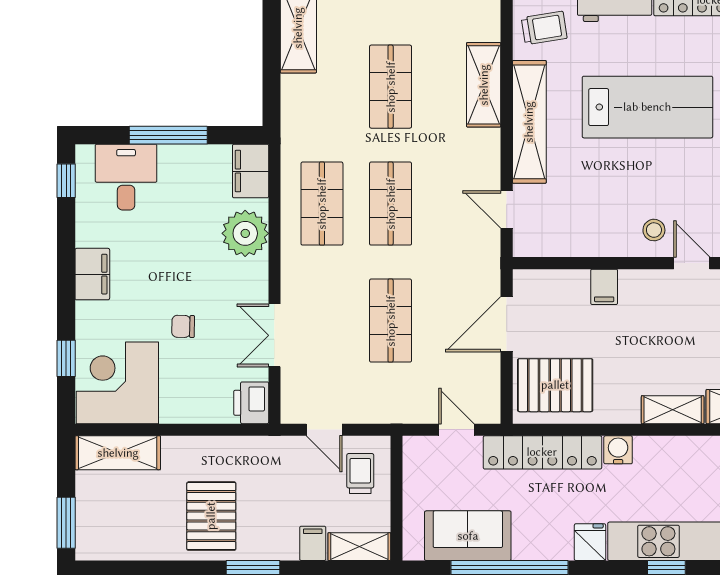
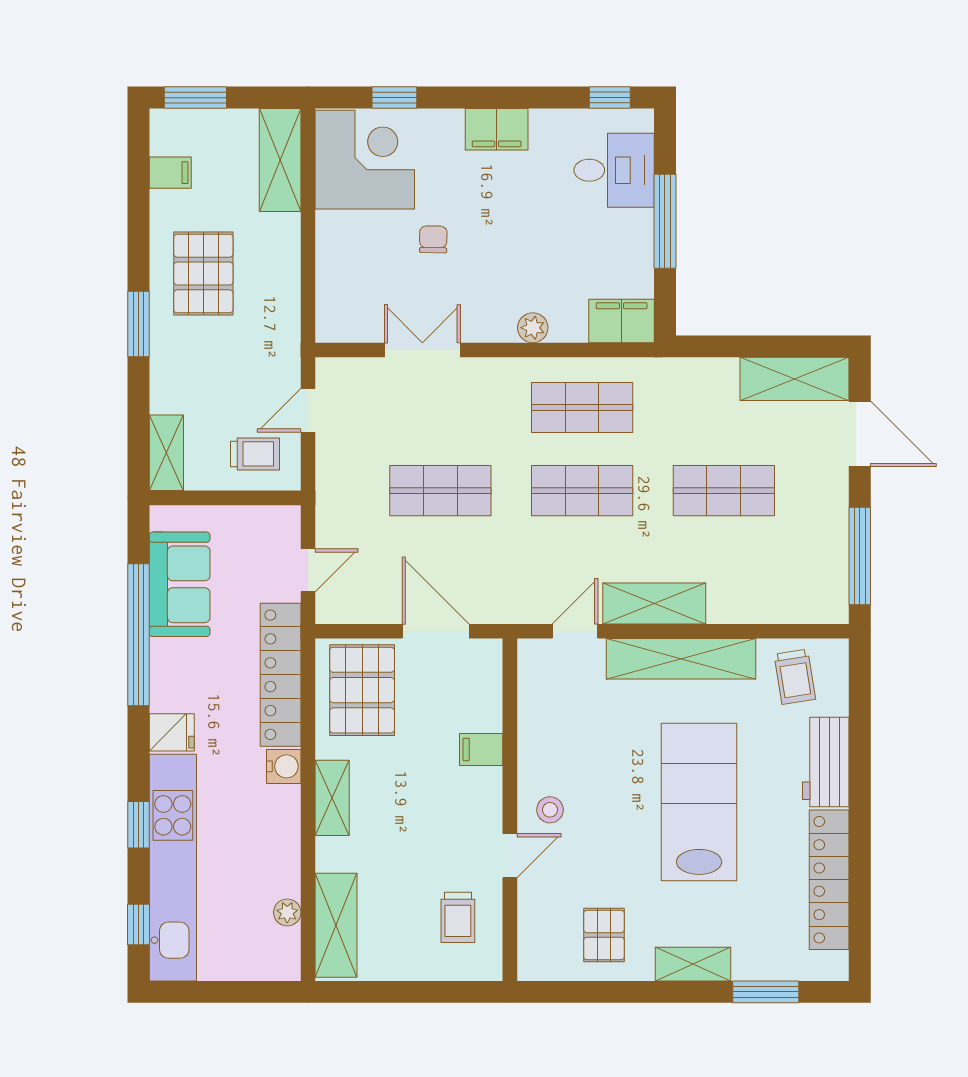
shelving: (484, 85) -> (654, 603), moved
lab bench: (647, 107) -> (699, 802), turned 180
plant: (245, 233) -> (533, 328), width x0.53, depth x0.53
printer: (251, 403) -> (341, 322), removed
shelving: (673, 410) -> (332, 798), moved
pallet: (211, 516) -> (203, 274), turned 90
filing cabinet: (313, 543) -> (170, 173), moved

